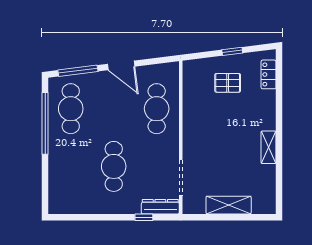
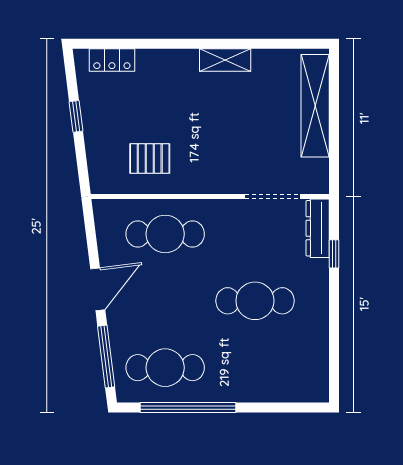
pallet: (228, 83) -> (150, 158), moved, turned 90
shelving: (229, 205) -> (315, 106), width x1.47

